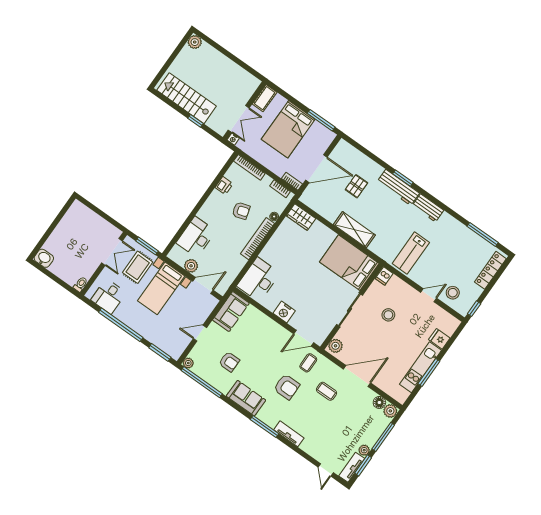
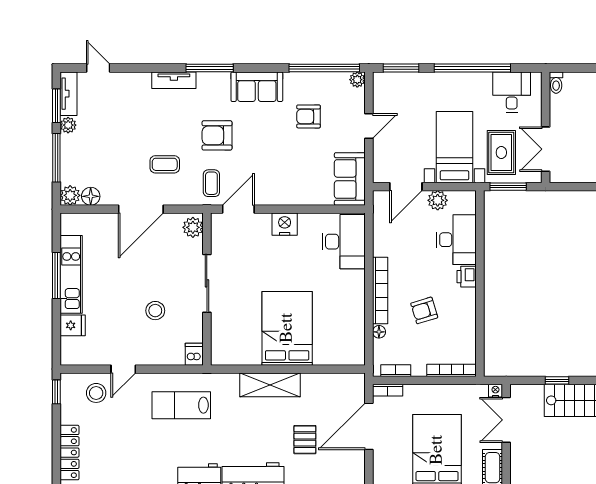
printer: (224, 186) -> (467, 277), moved
wardrobe: (301, 217) -> (346, 354), removed
lab bench: (411, 253) -> (181, 405), turned -90
bed: (349, 263) -> (287, 328), moved, turned -90

